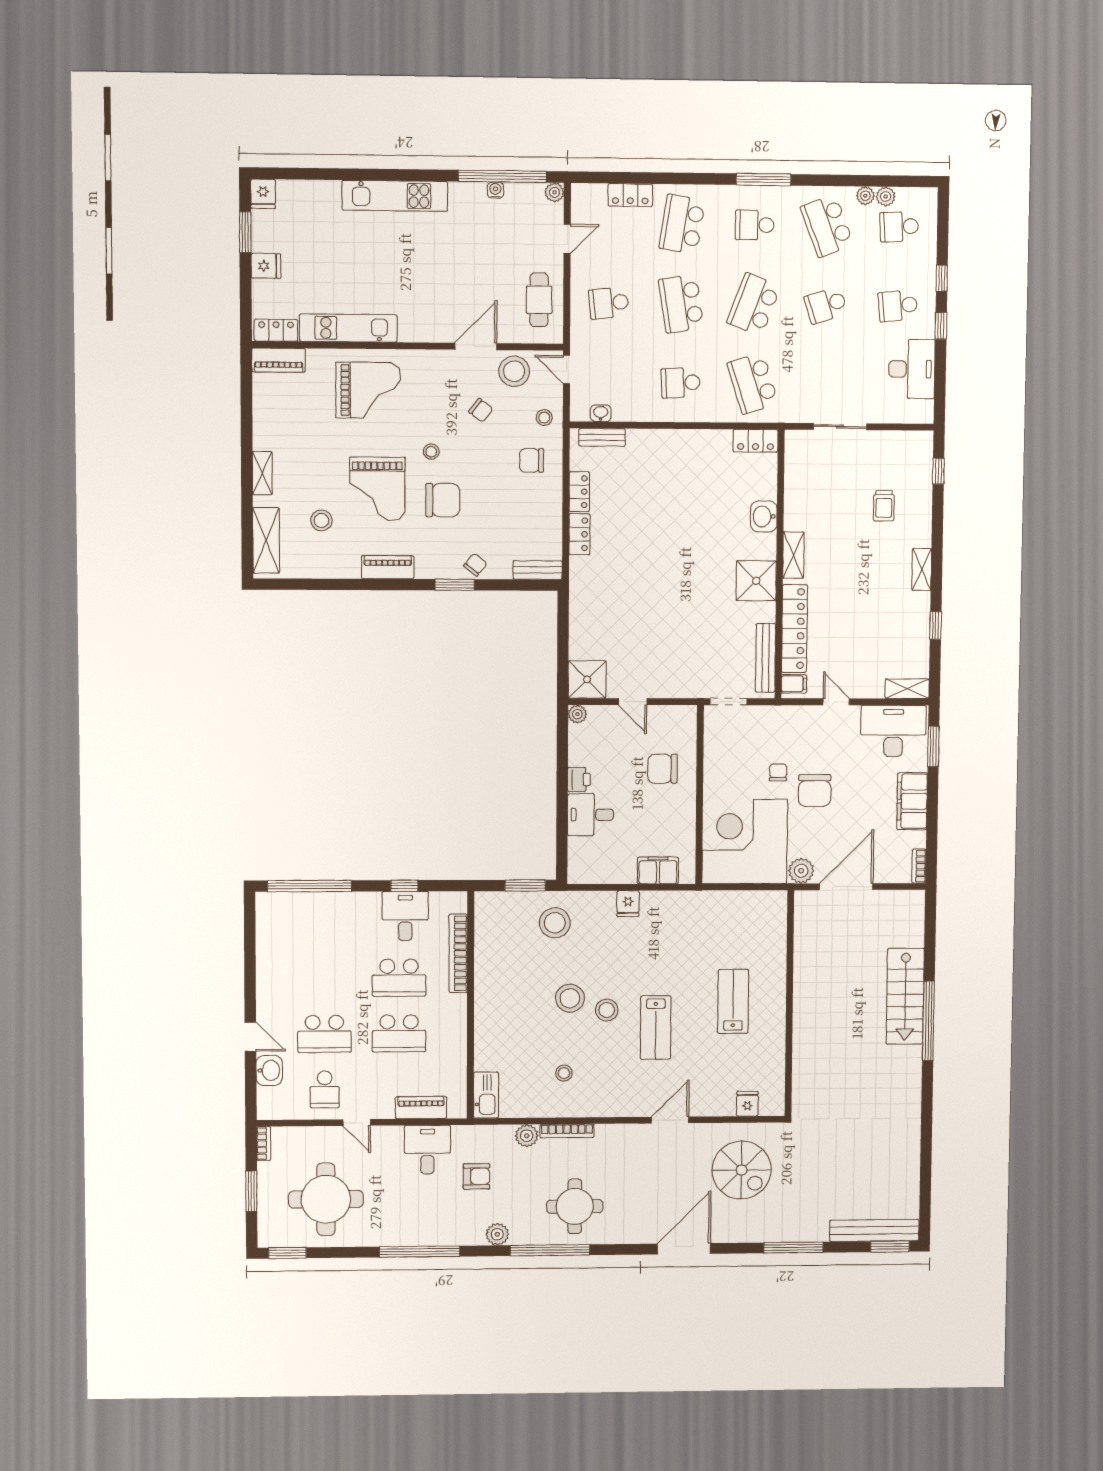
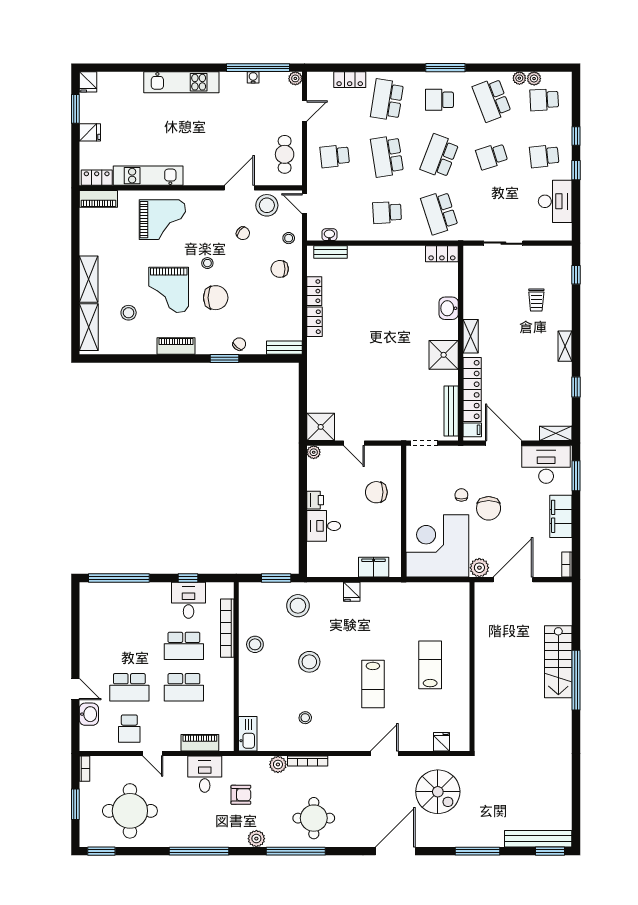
shelving: (262, 473) -> (89, 279), width x1.50, depth x1.33
door: (836, 702) -> (504, 443), width x1.88
stool: (607, 1010) -> (255, 644), moved

